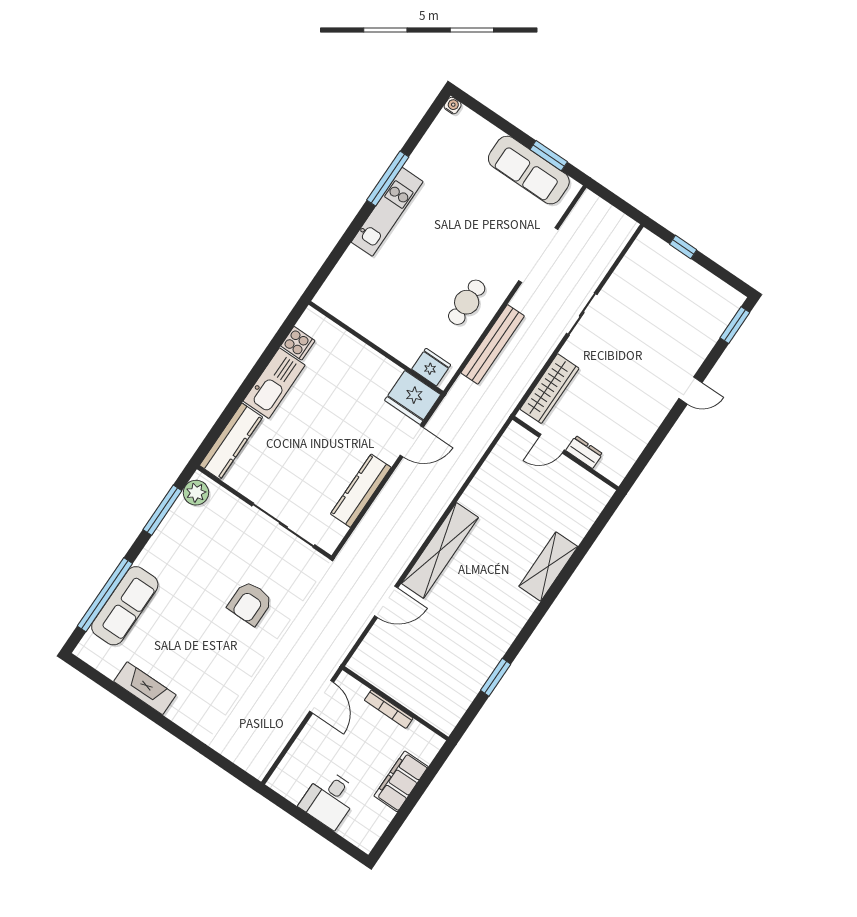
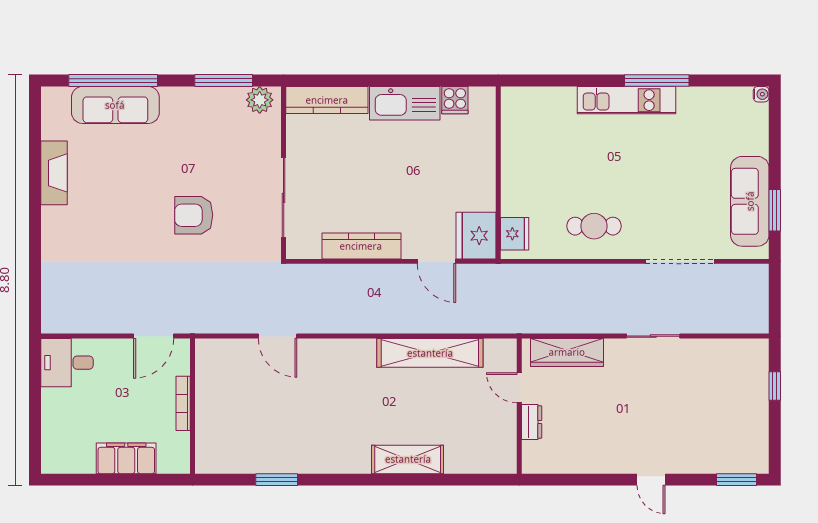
bench: (493, 344) -> (572, 275), removed
shelving: (440, 550) -> (430, 353), moved
desk: (329, 799) -> (67, 363), moved

